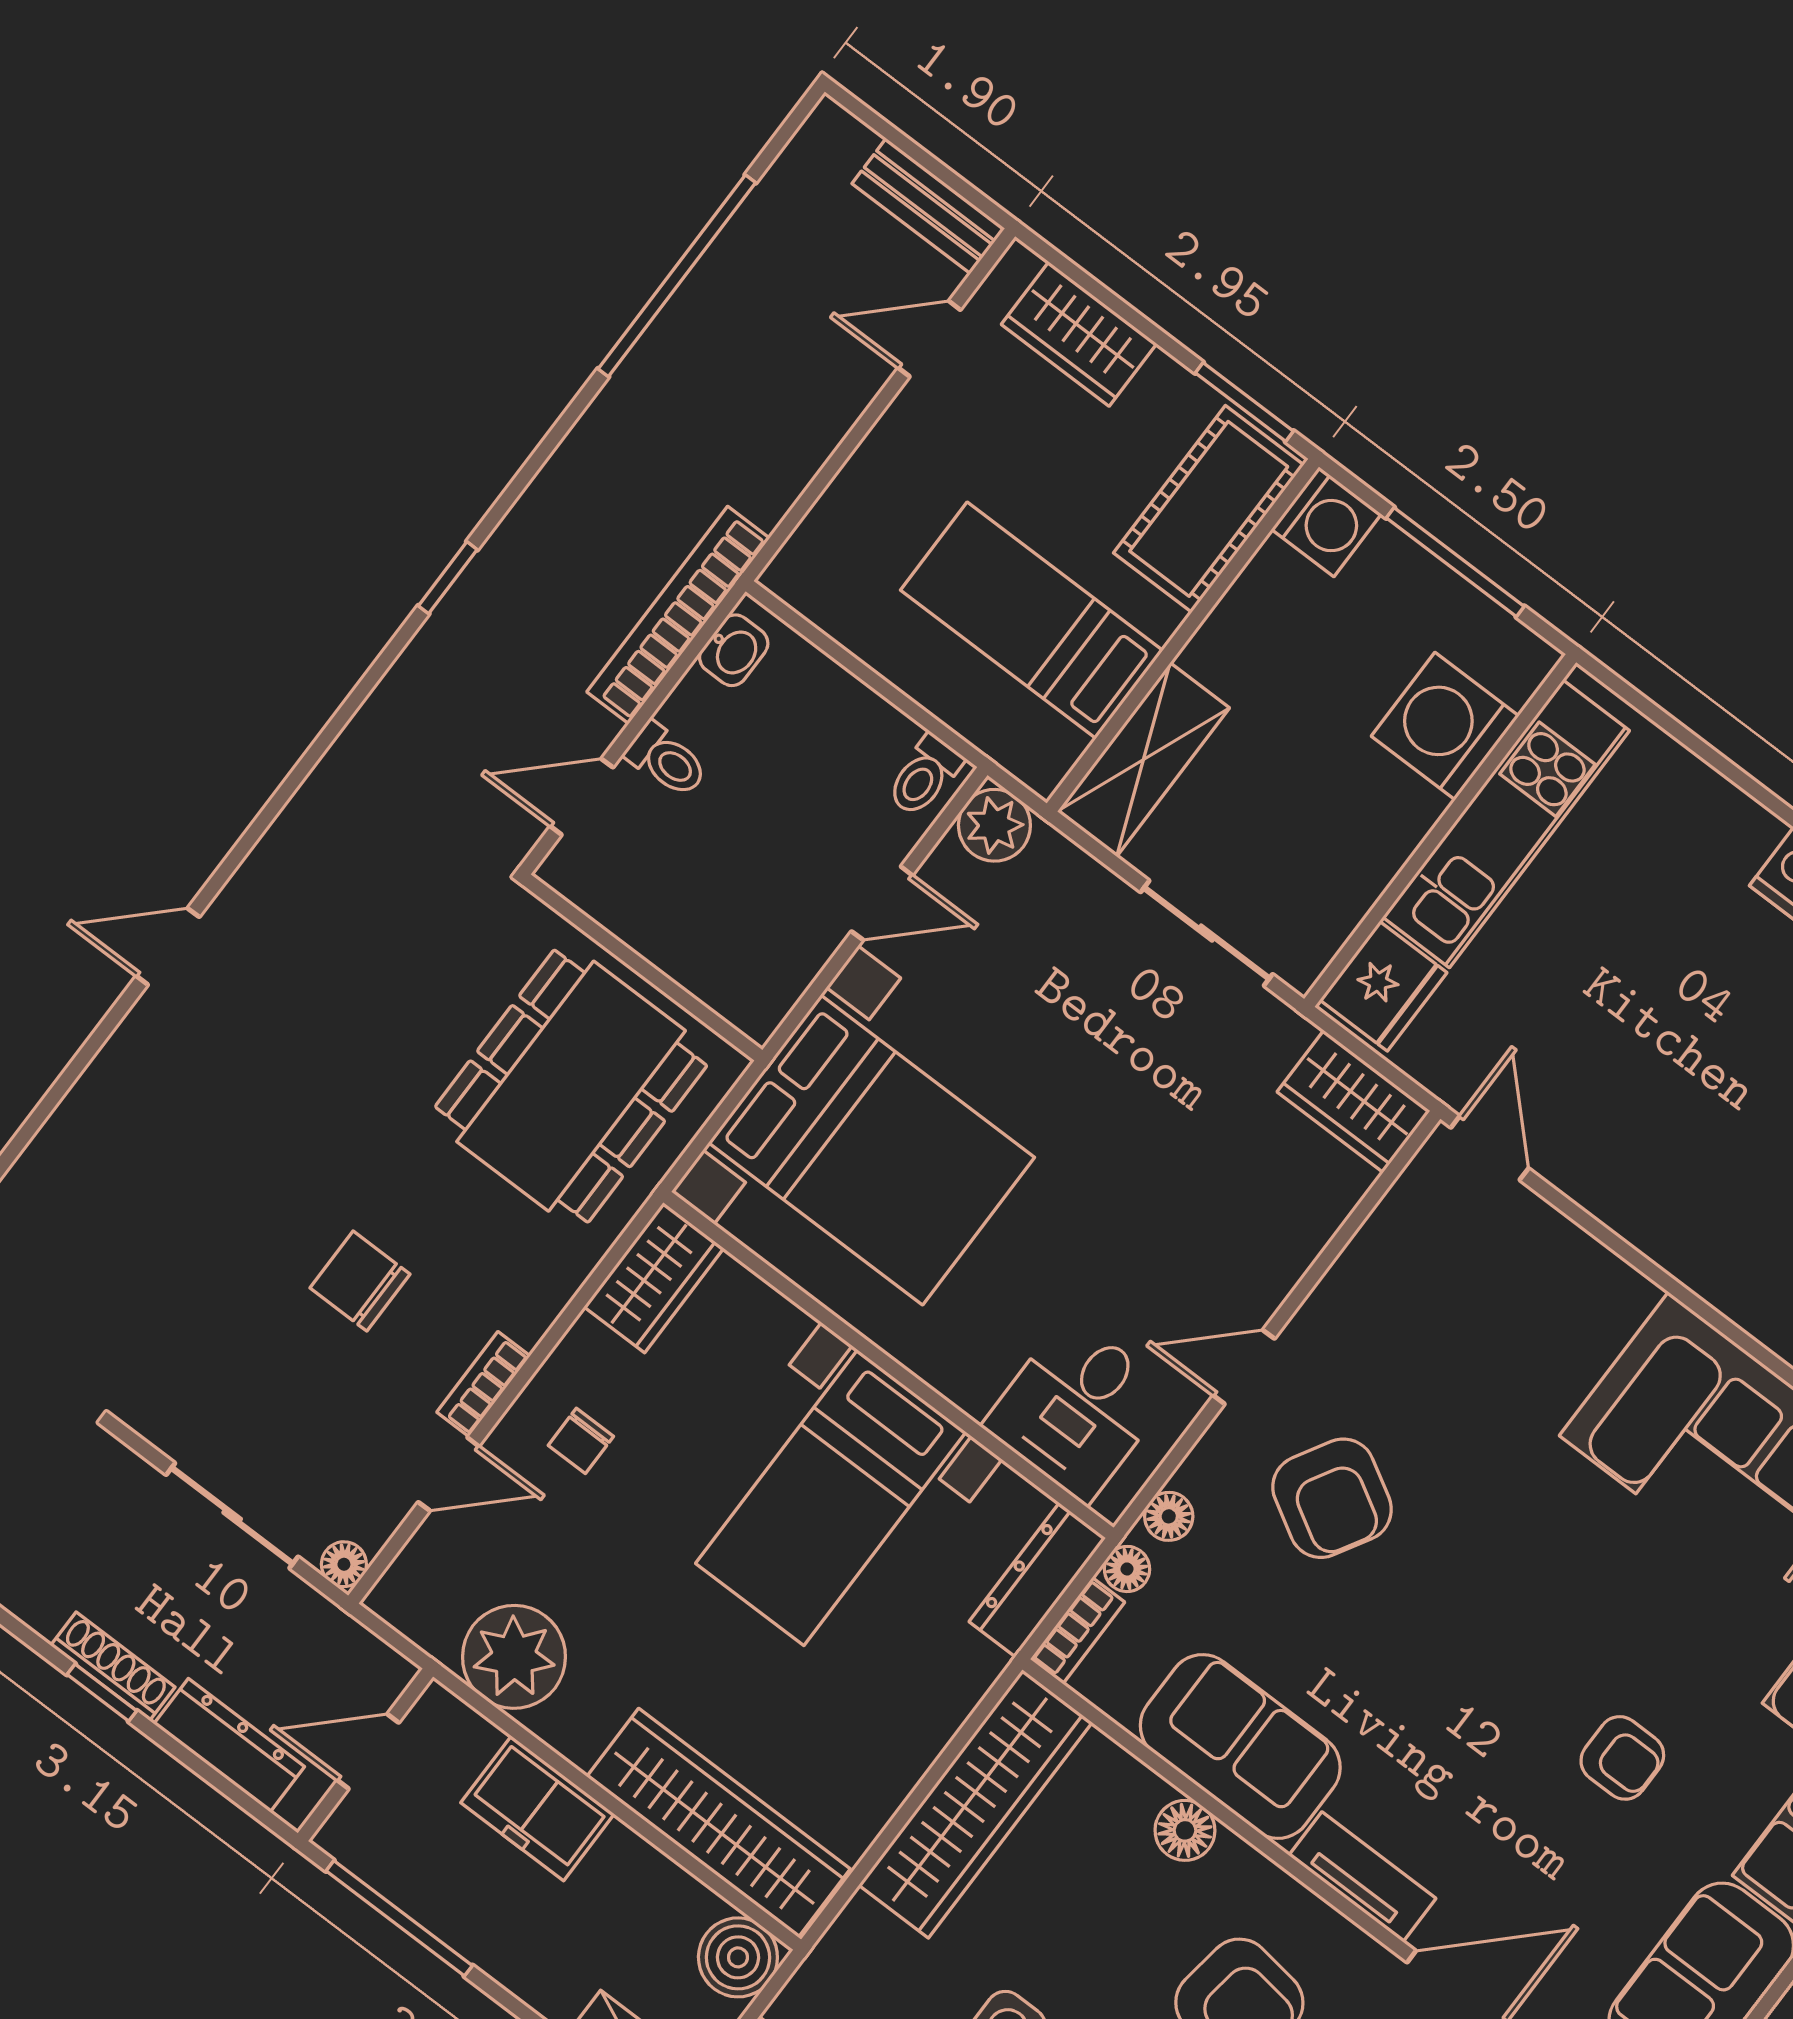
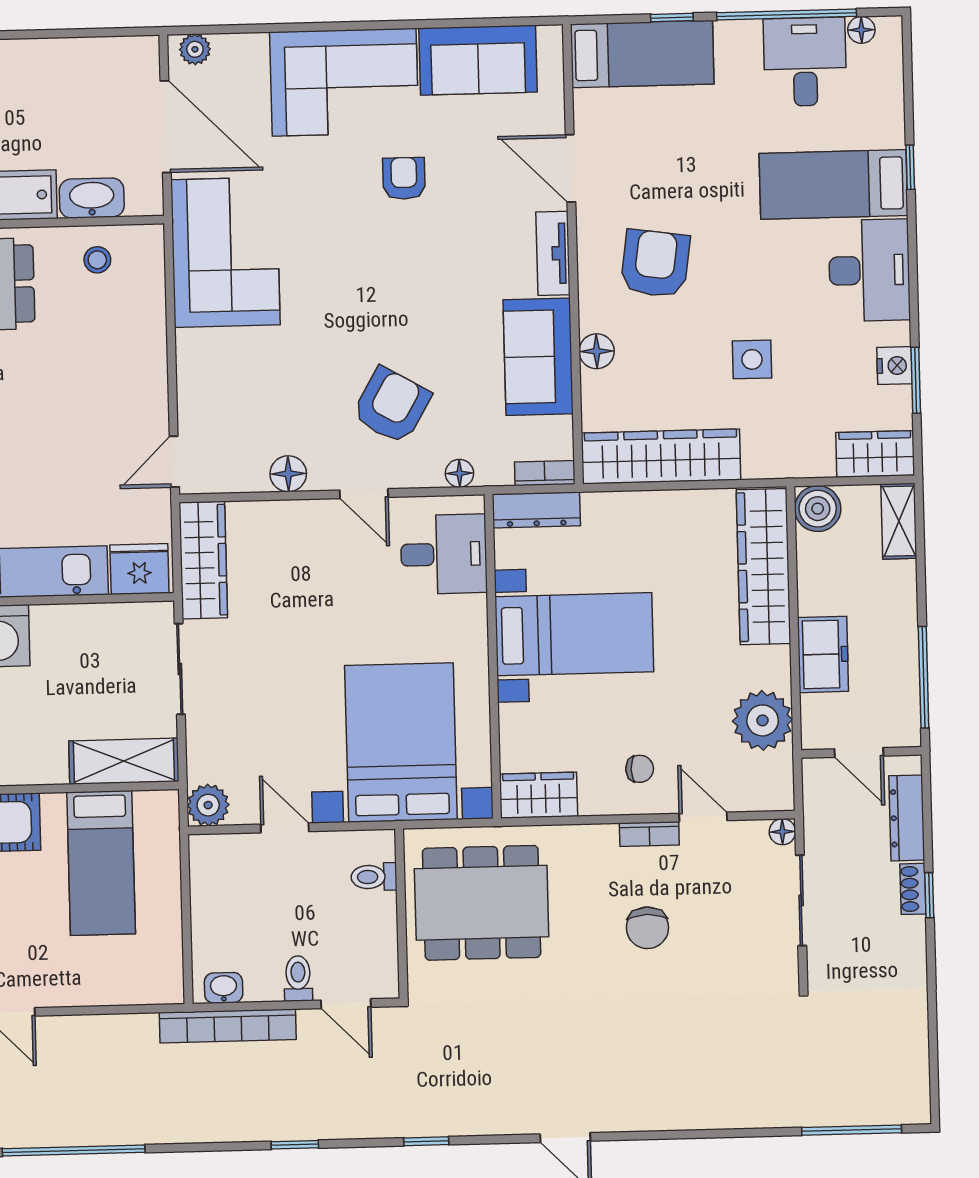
window: (312, 757) -> (426, 1141), added
toilet: (924, 776) -> (374, 877), moved, turned 180
wardrobe: (1354, 1101) -> (203, 560), width x1.50
floor lamp: (1127, 1569) -> (288, 474), moved, width x1.37, depth x1.37
shoe rack: (113, 1666) -> (913, 889), width x0.70

